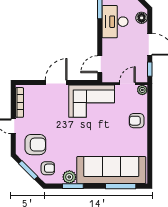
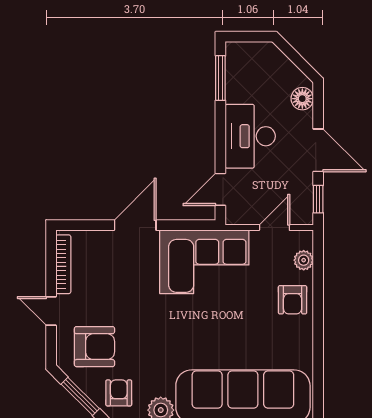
desk: (115, 22) -> (250, 136), moved
plant: (142, 90) -> (304, 260), moved
armchair: (137, 121) -> (293, 300), turned -90
armchair: (48, 168) -> (119, 393), turned -90

